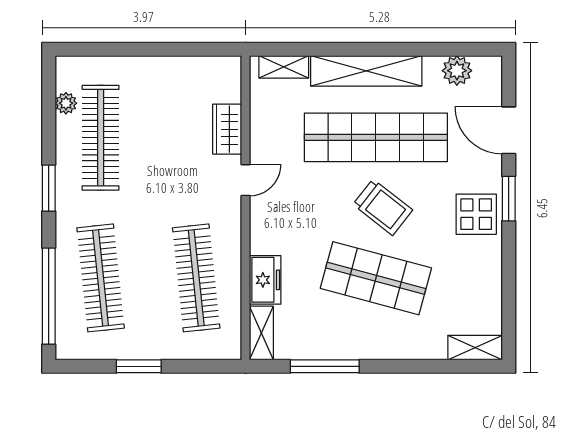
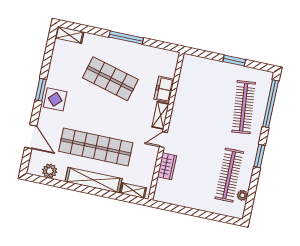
window: (509, 199) -> (41, 90), moved
trolley: (383, 207) -> (100, 112), removed
clothes rail: (196, 278) -> (197, 97), removed
shelving: (261, 333) -> (160, 115), moved
window: (325, 366) -> (126, 38), moved

